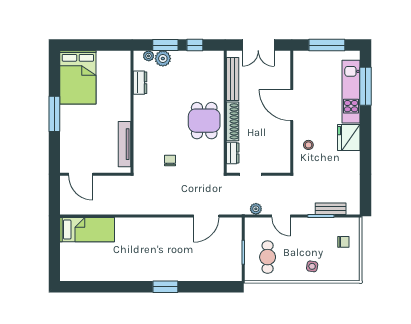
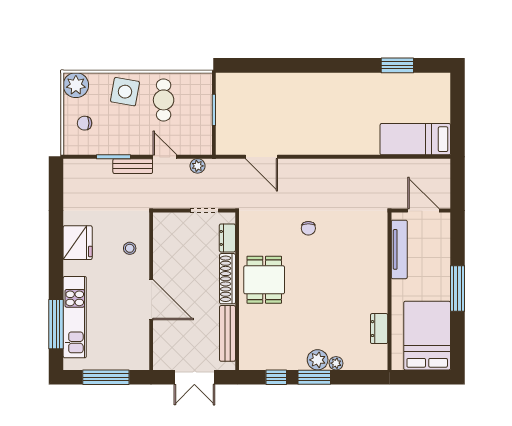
double door: (258, 45) -> (194, 377), swing flipped
dresser: (140, 83) -> (379, 329), moved
wall: (132, 112) -> (389, 291), moved
fridge: (349, 138) -> (78, 243), moved
tv unit: (125, 144) -> (399, 249), moved
bench: (331, 209) -> (133, 166), moved
door: (206, 216) -> (262, 157), swing flipped
cafe table: (268, 257) -> (164, 100), moved
side table: (312, 266) -> (125, 92), width x1.87, depth x1.87
plant: (350, 271) -> (76, 85), added
window: (165, 287) -> (397, 65), moved

